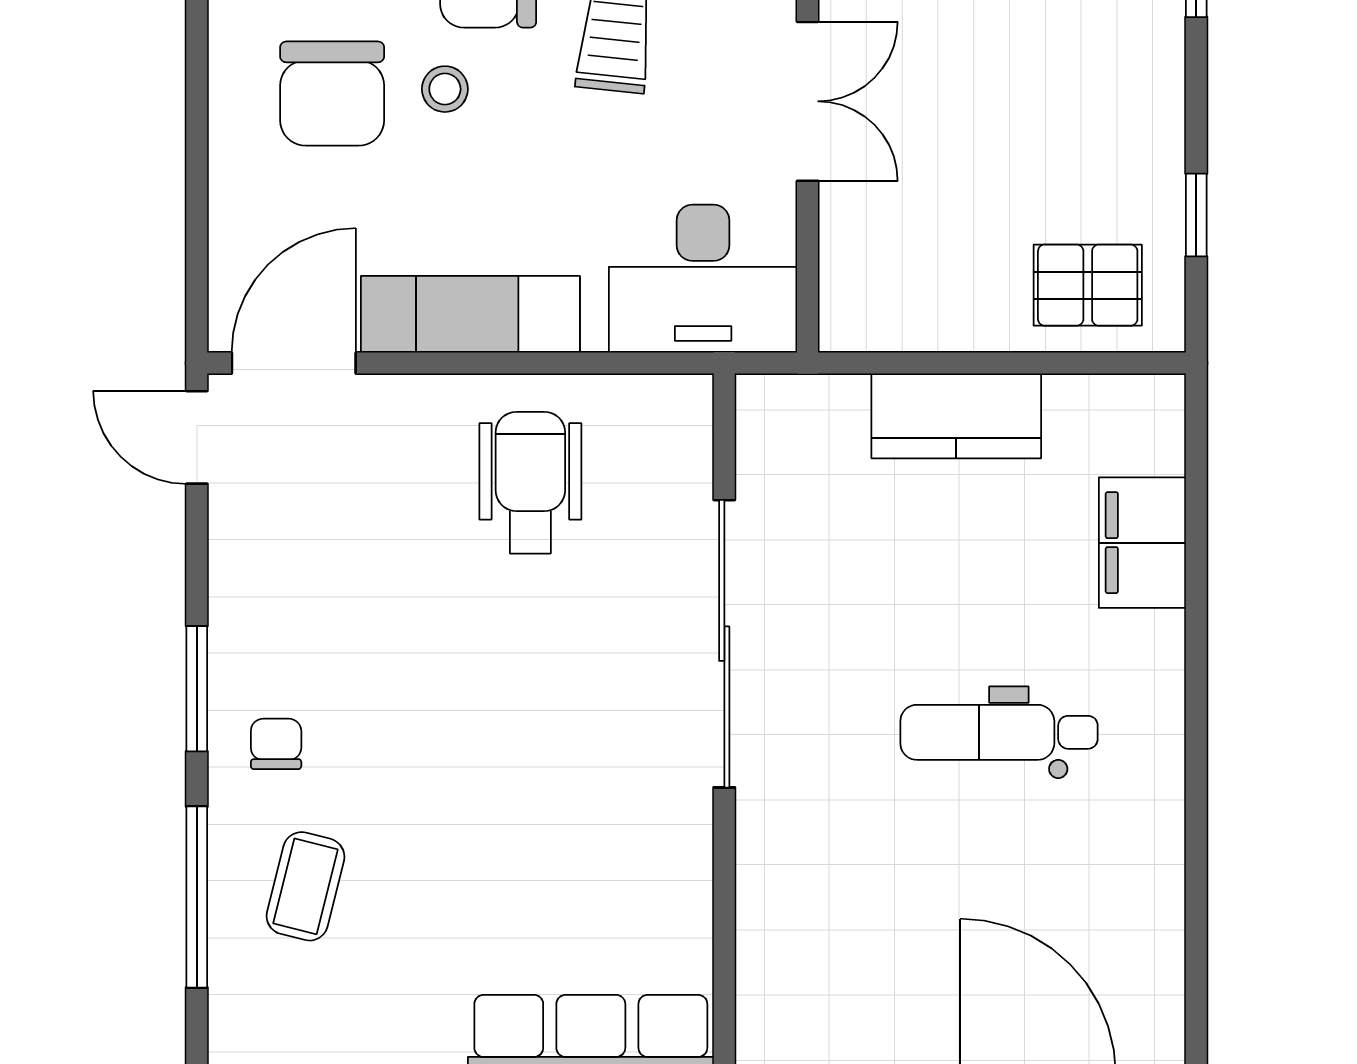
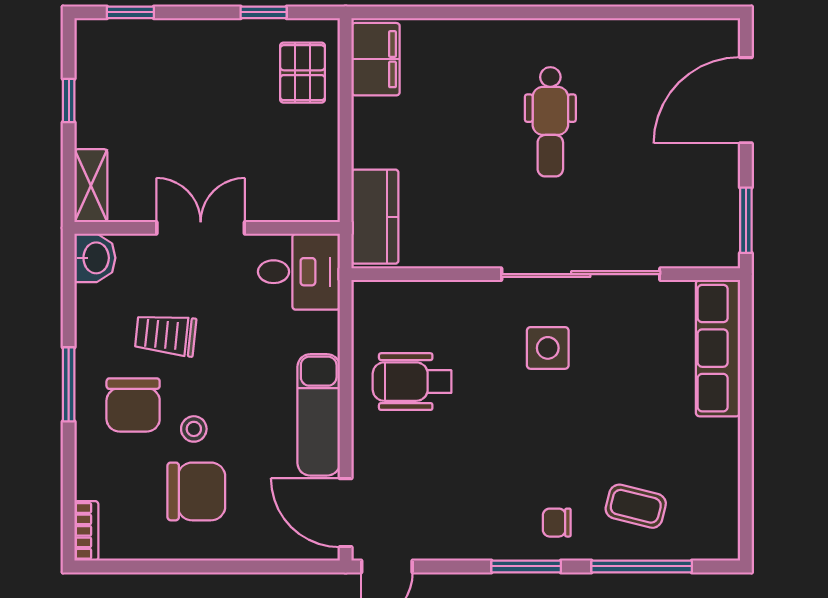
desk: (703, 279) -> (299, 272), width x0.73
kitchen counter: (956, 416) -> (375, 217), moved
filing cabinet: (1142, 543) -> (376, 59), moved, turned -90
sliding door: (724, 644) -> (581, 274), moved
side table: (591, 728) -> (548, 348), added

